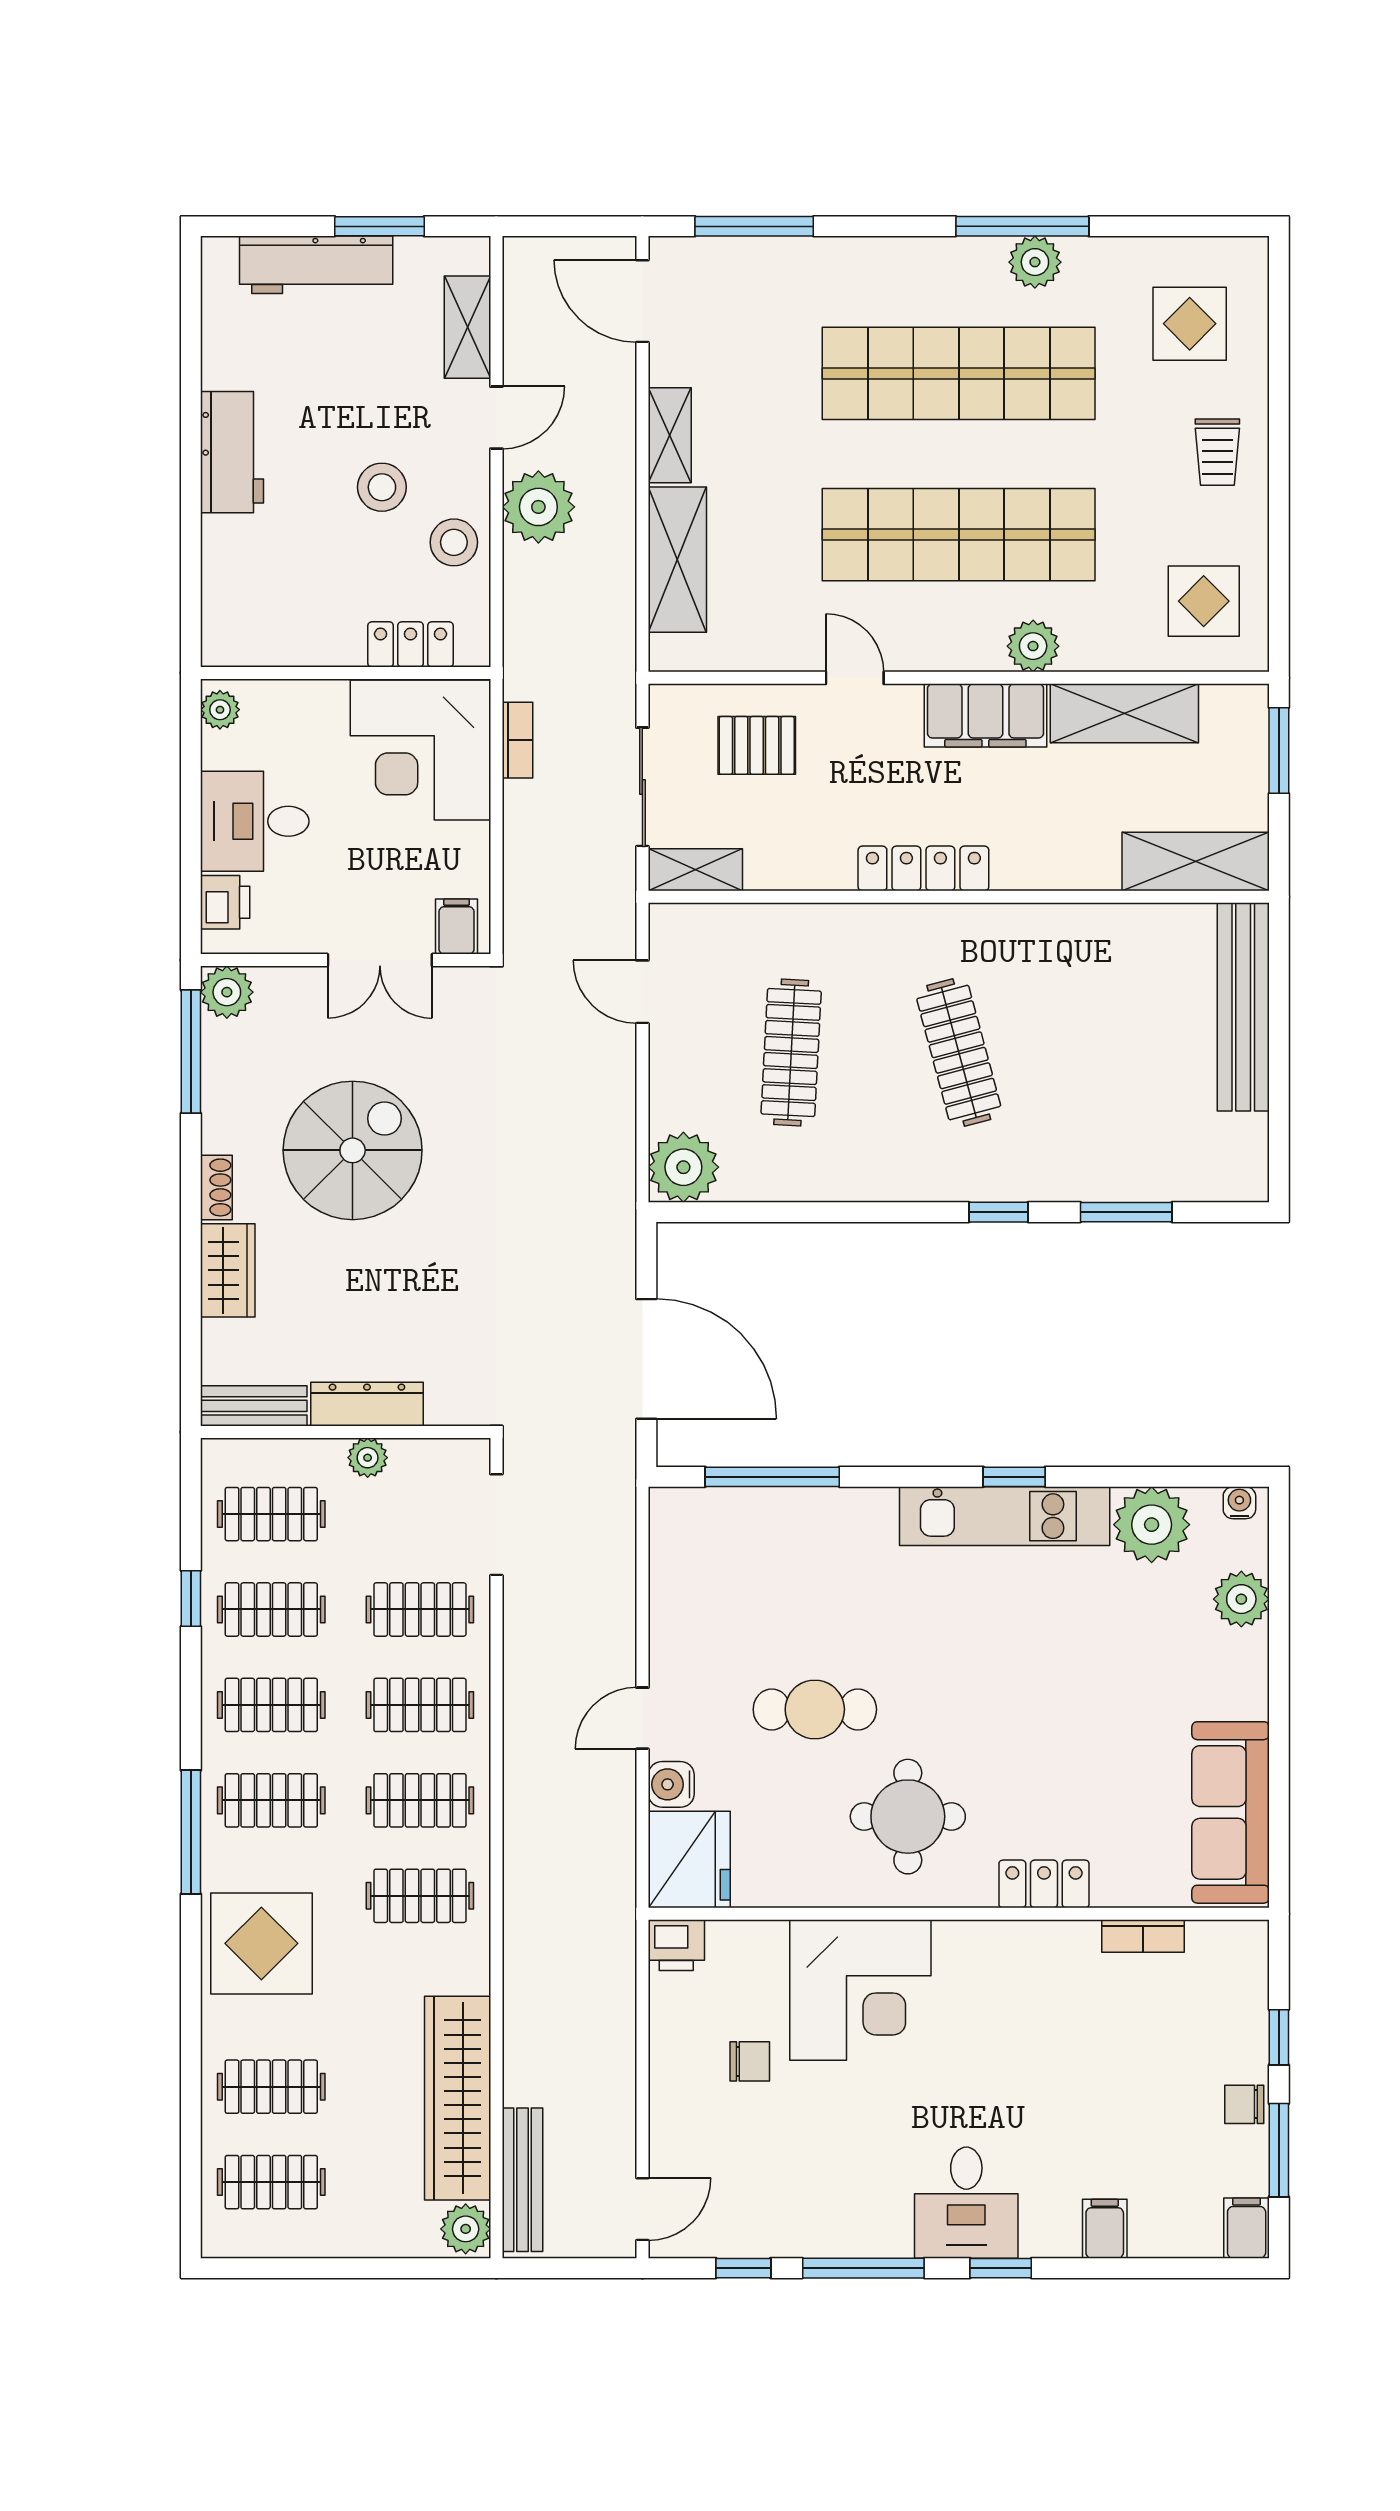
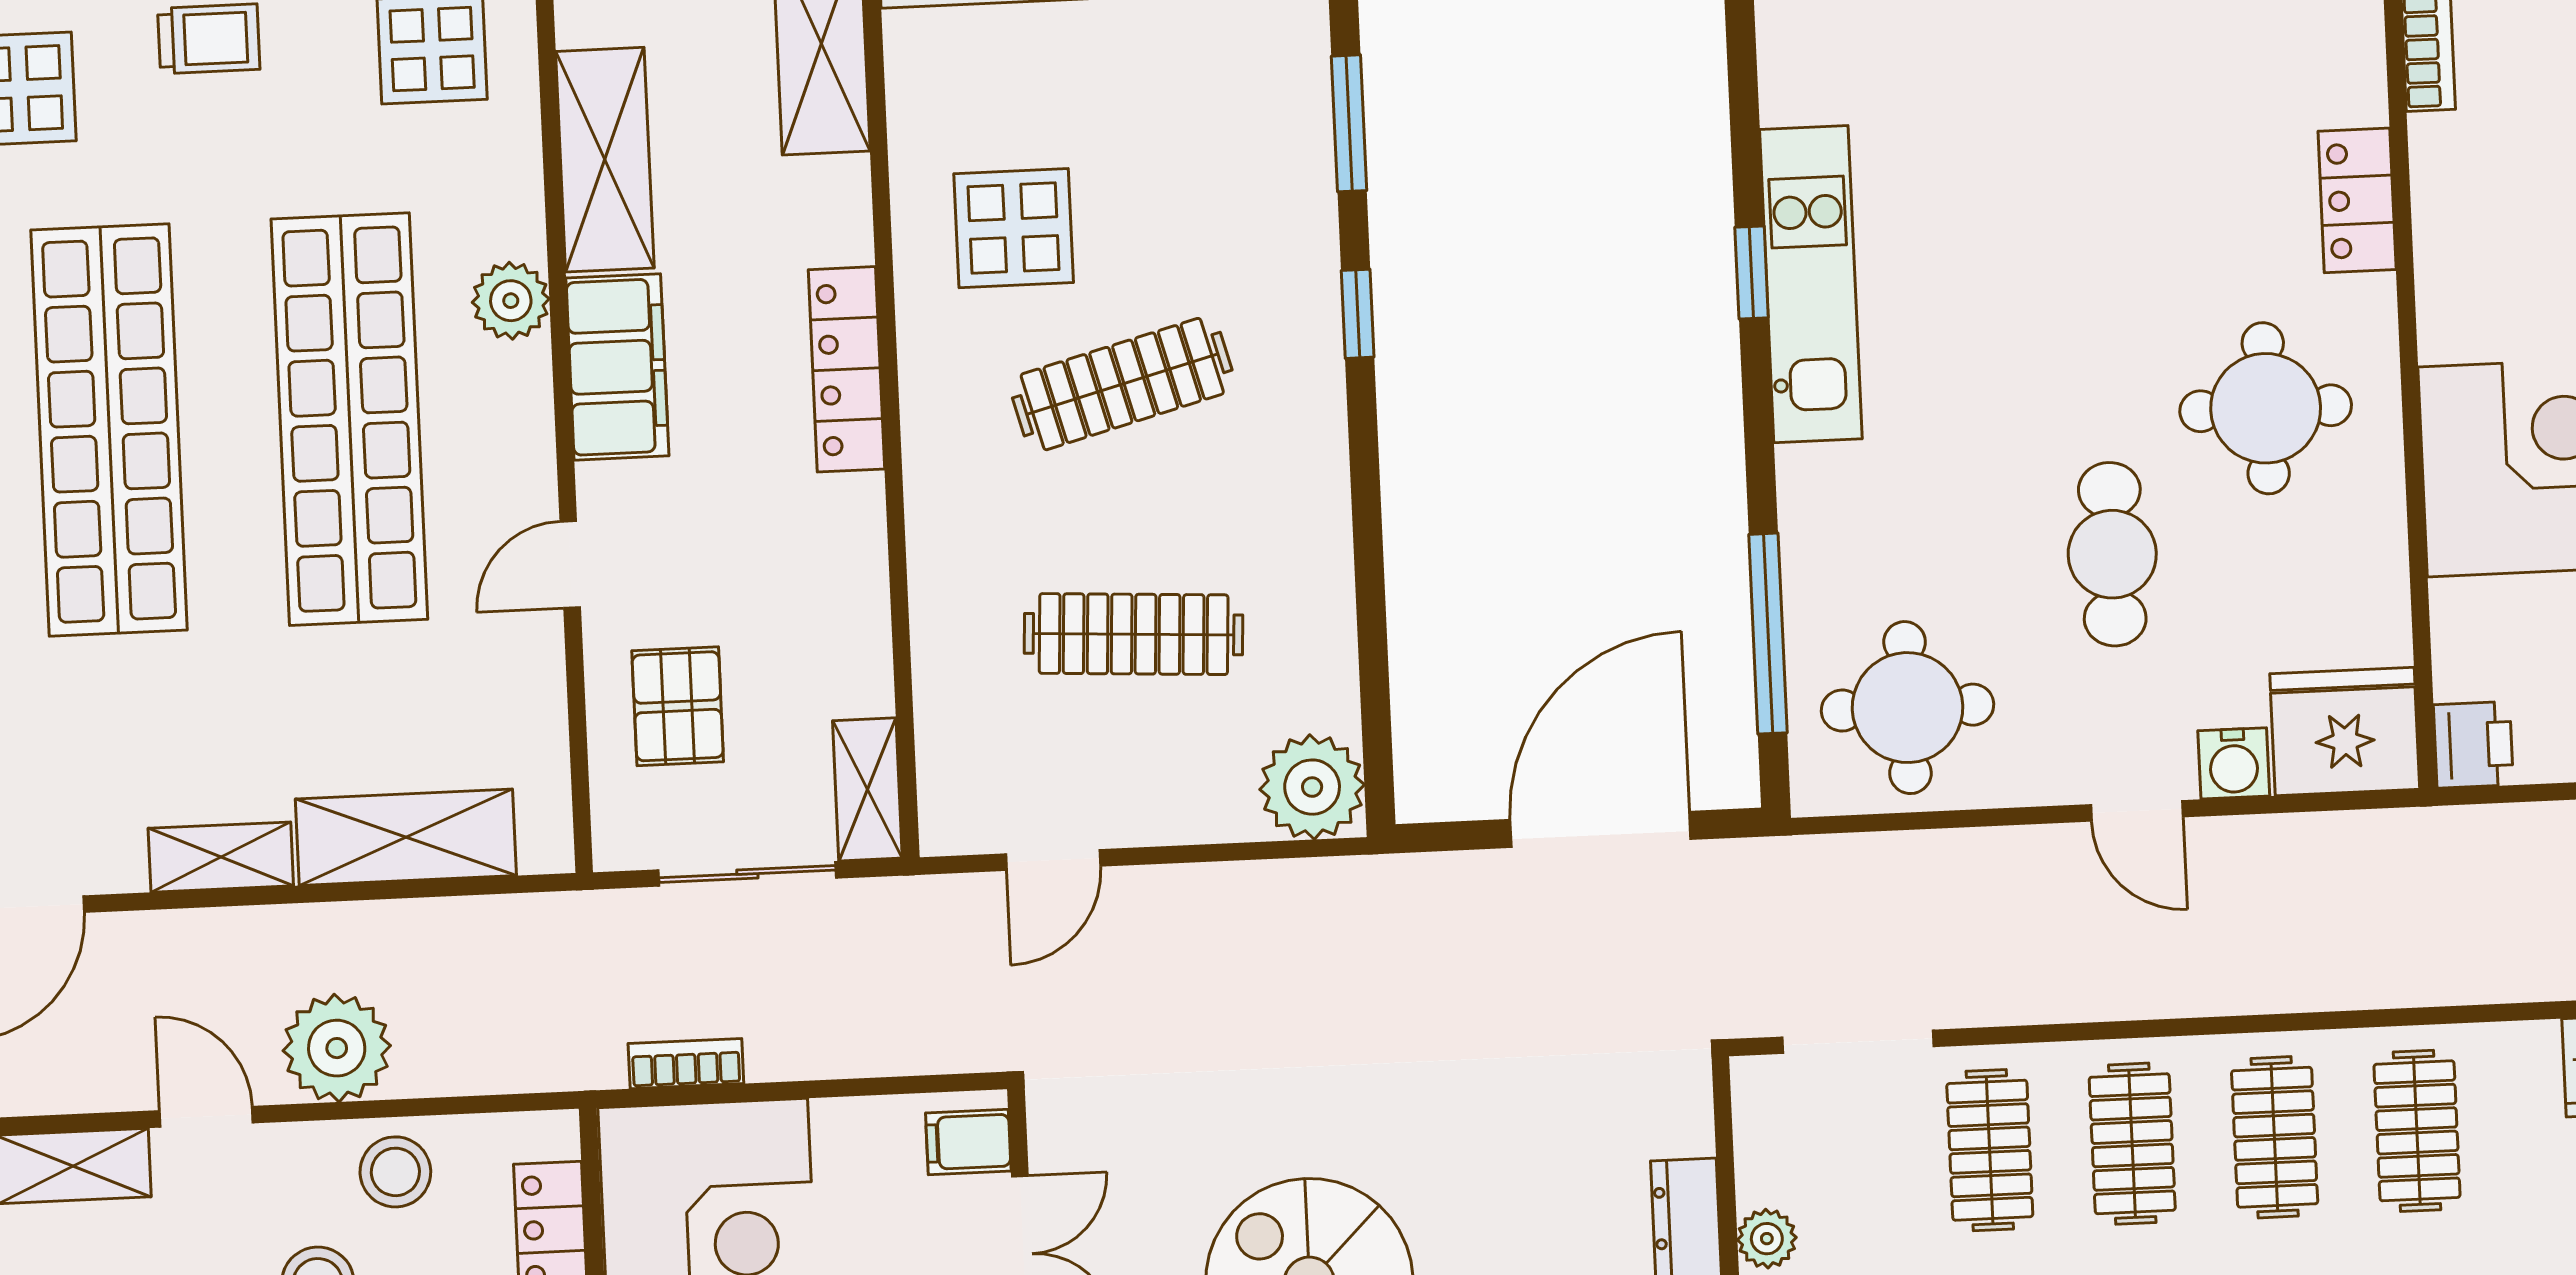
locker: (923, 868) -> (846, 369), moved
display table: (1066, 985) -> (1014, 228), added
plant: (1152, 1525) -> (1814, 64), removed
round table: (718, 1568) -> (1907, 708), added

